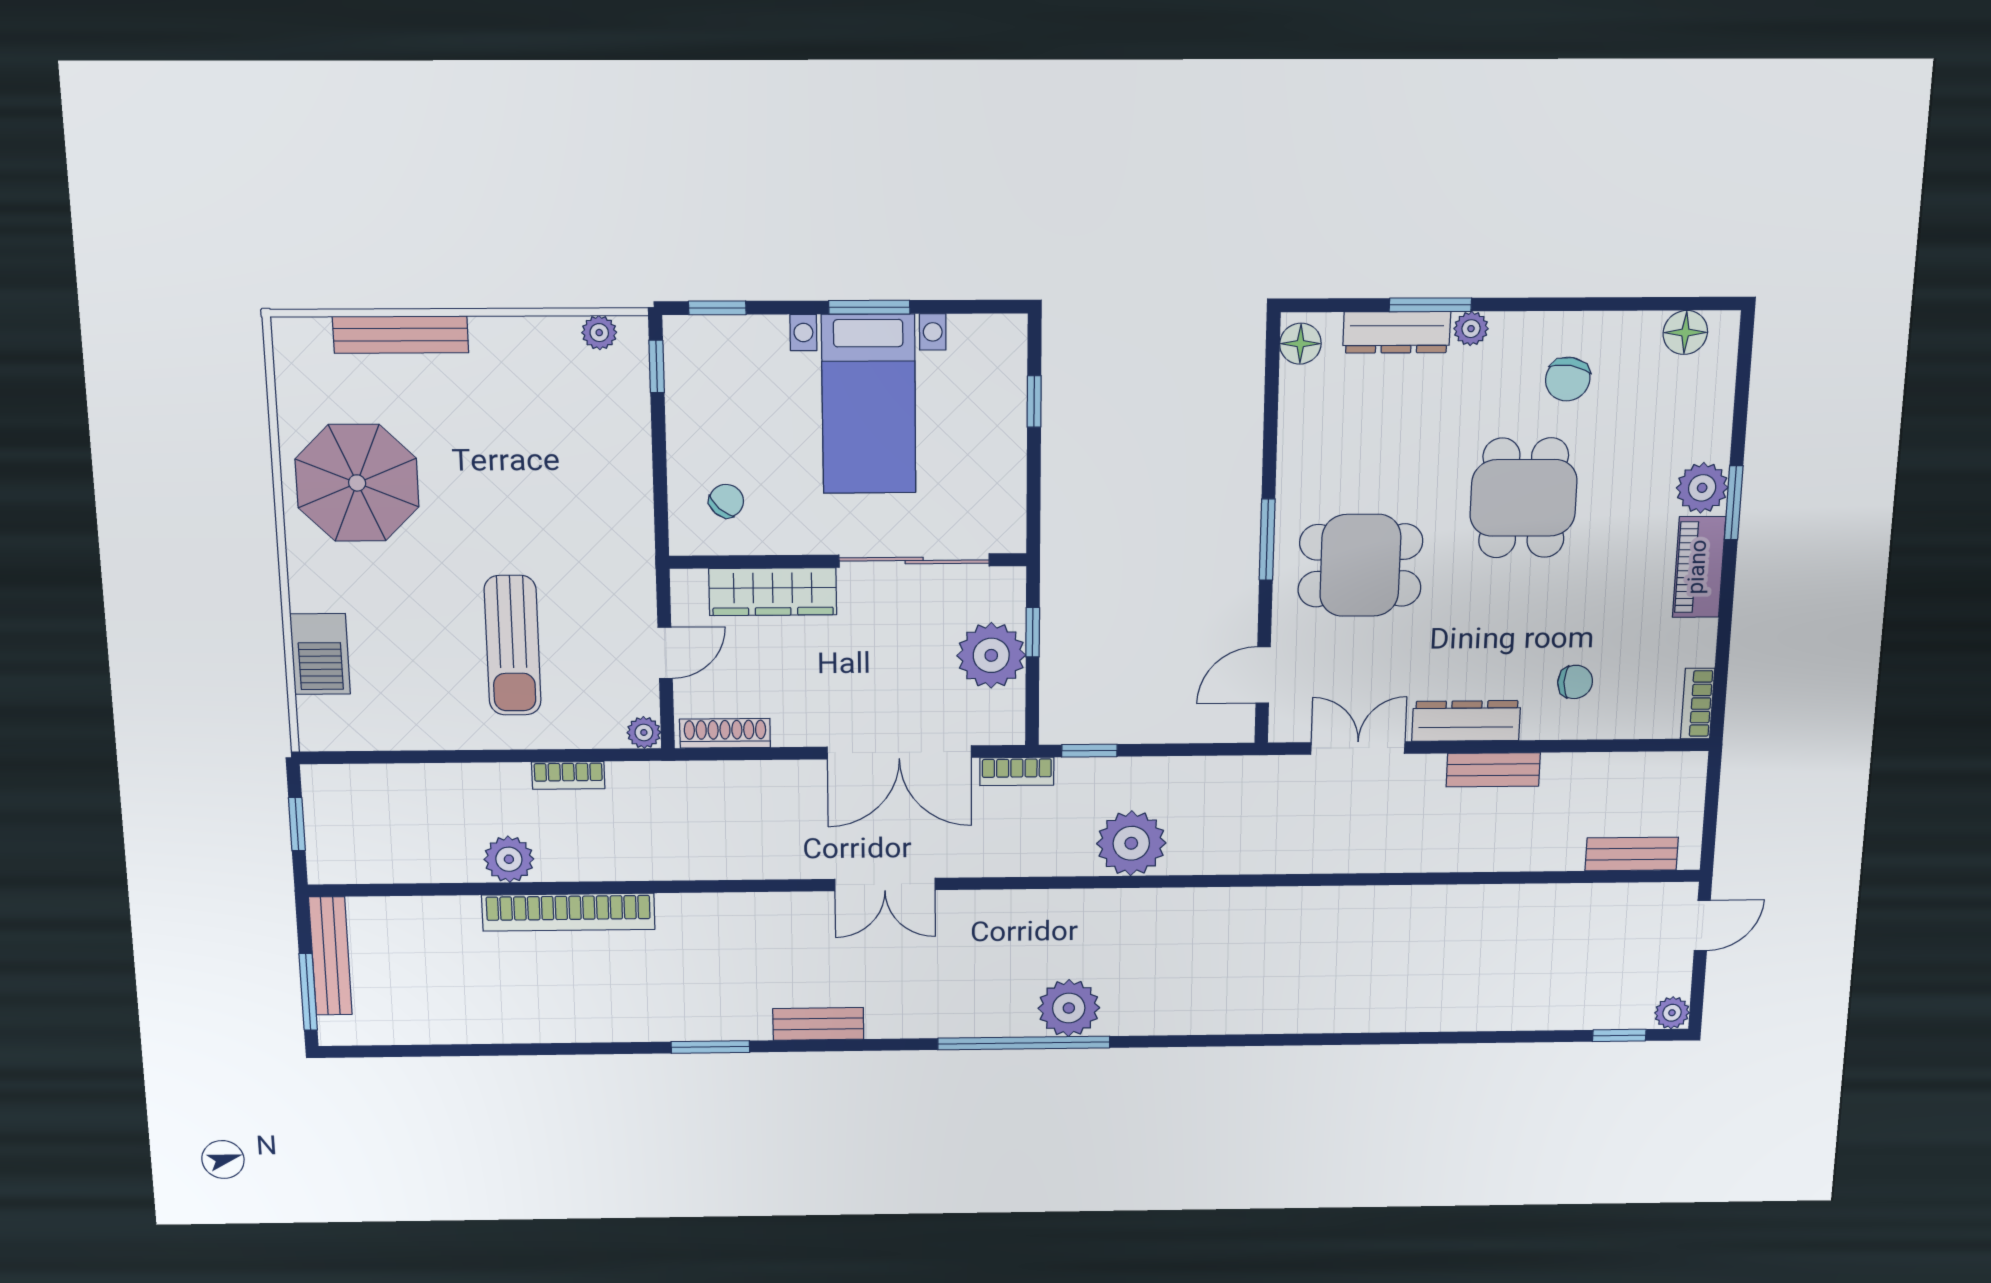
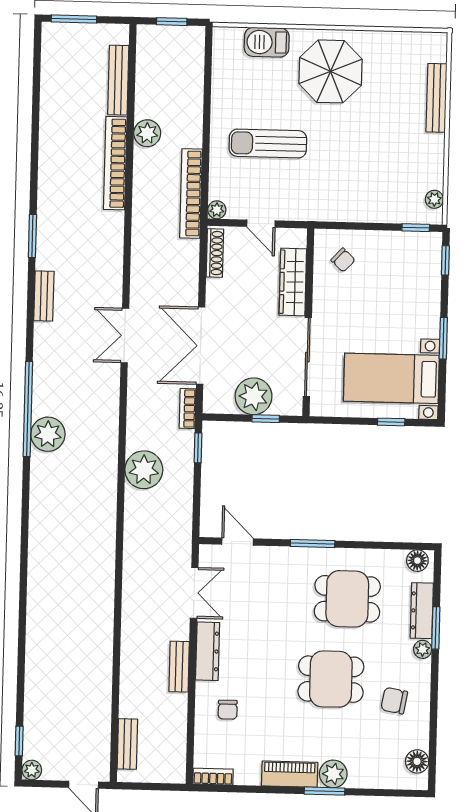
bed with nightstands: (869, 404) -> (391, 378), moved
parasol: (357, 483) -> (331, 71), moved
dining table: (1360, 565) -> (347, 599), moved, turned 90
bookcase: (568, 775) -> (191, 193), width x2.31, depth x1.31
bench: (330, 956) -> (118, 80), moved, turned 90

